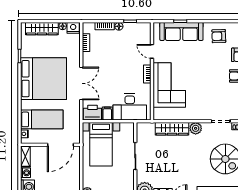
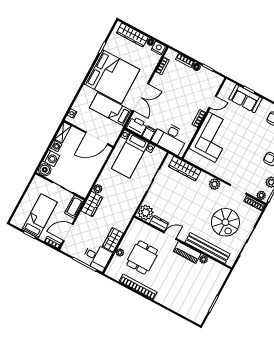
sofa: (181, 31) -> (245, 99), width x0.73
door: (152, 51) -> (213, 102), swing flipped
bed: (42, 119) -> (111, 109), moved, turned 180
wardrobe: (172, 129) -> (185, 169), moved

